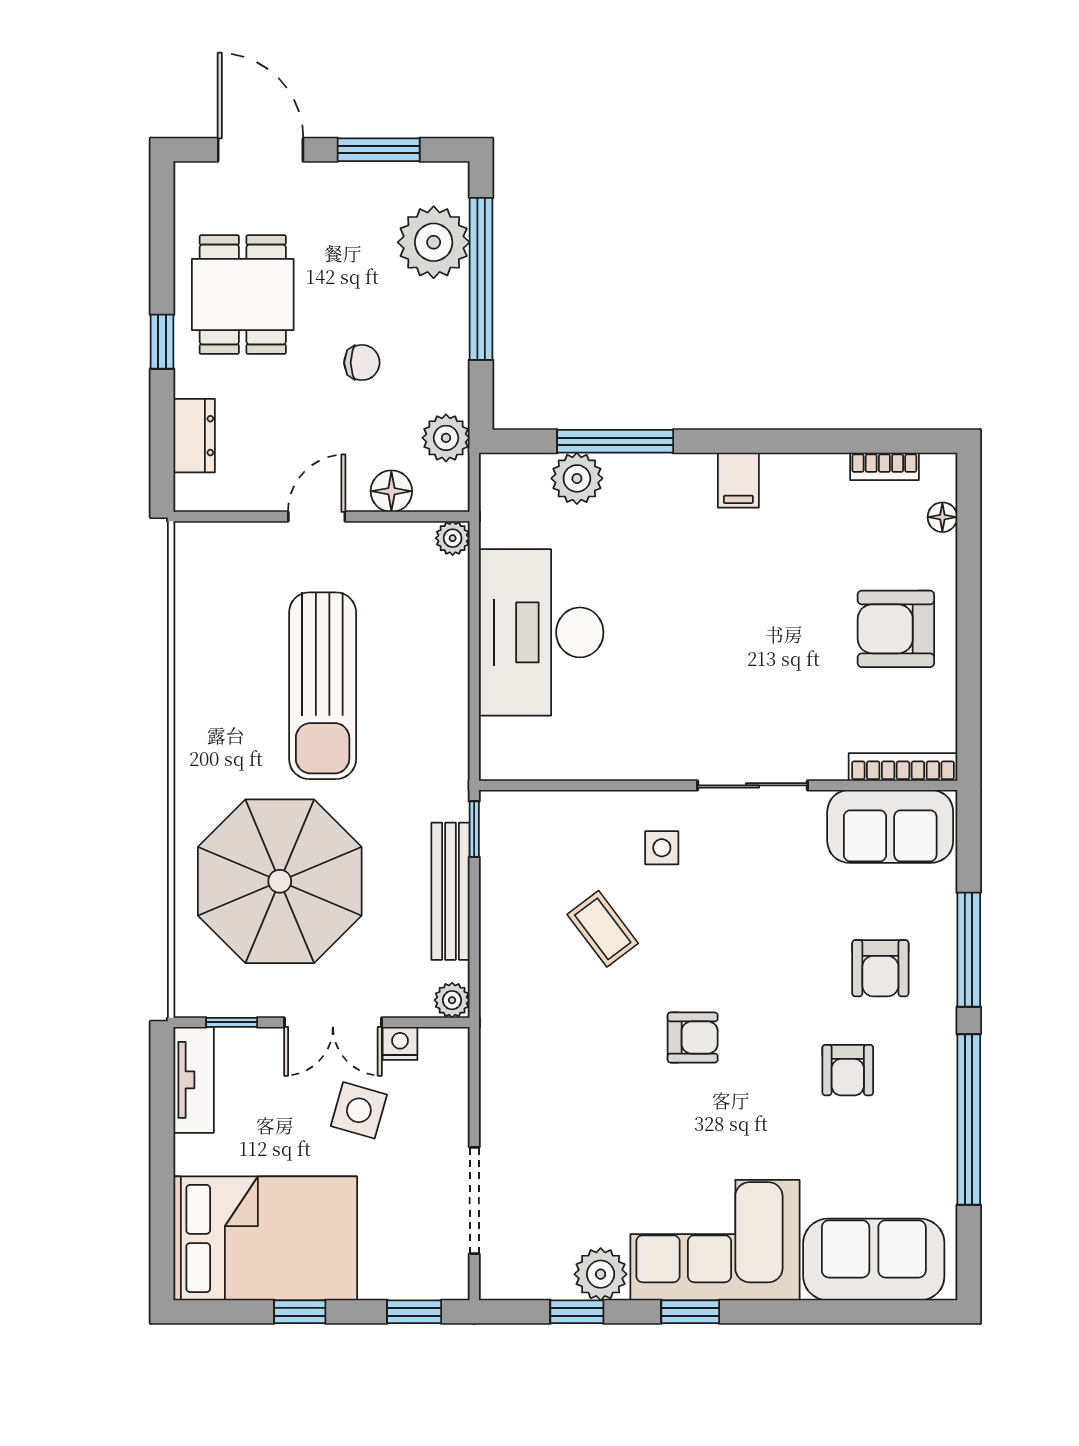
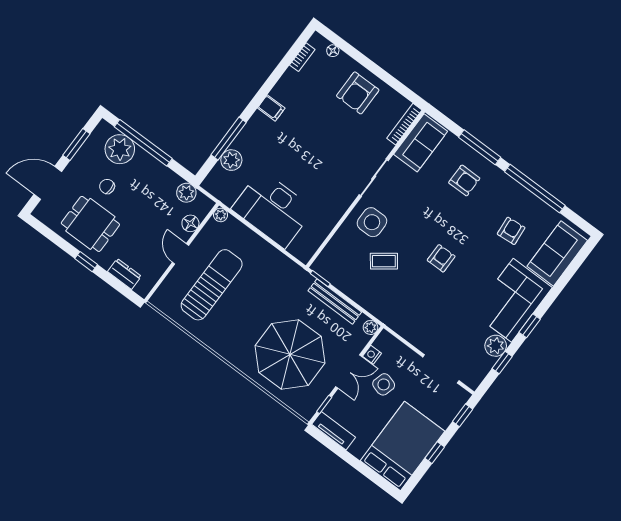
chair: (362, 363) -> (107, 186), moved, turned -90
sun lounger: (323, 686) -> (212, 285), moved, turned -90
side table: (662, 848) -> (372, 222), width x1.87, depth x1.87
armchair: (848, 1070) -> (511, 231), moved, turned -95

